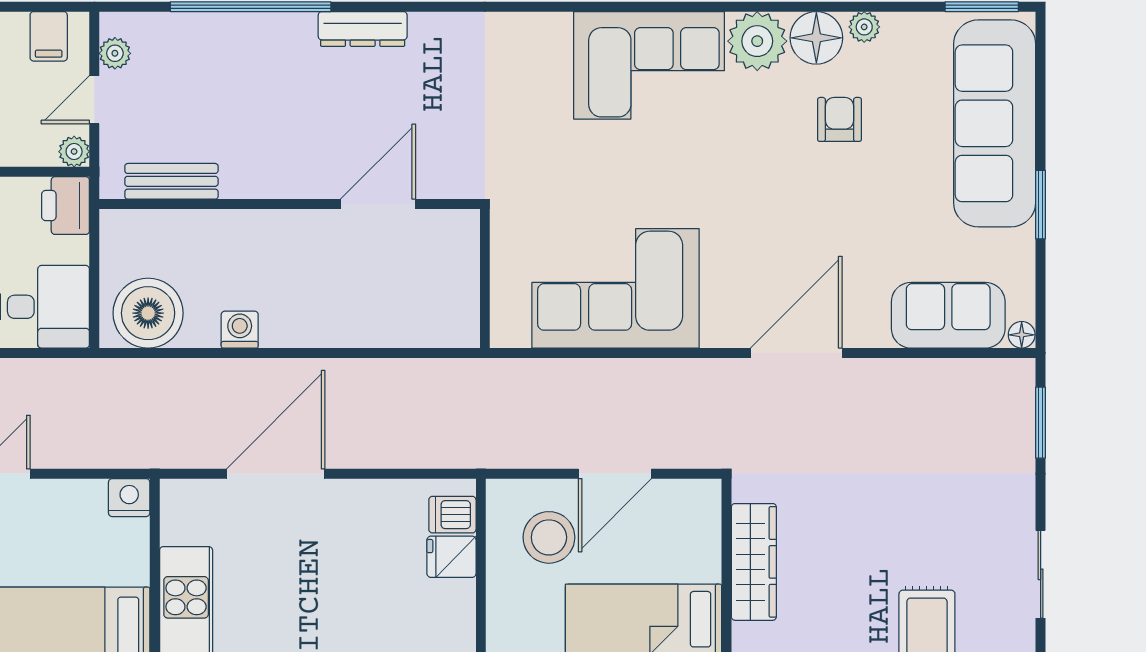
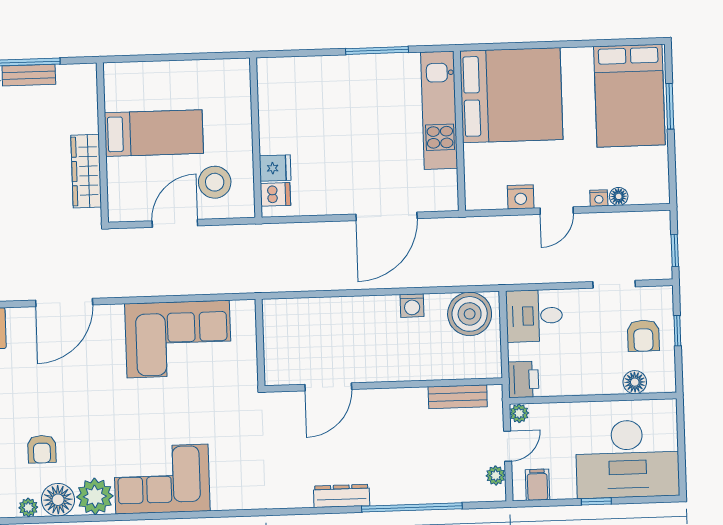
nightstand: (129, 498) -> (521, 197), moved

